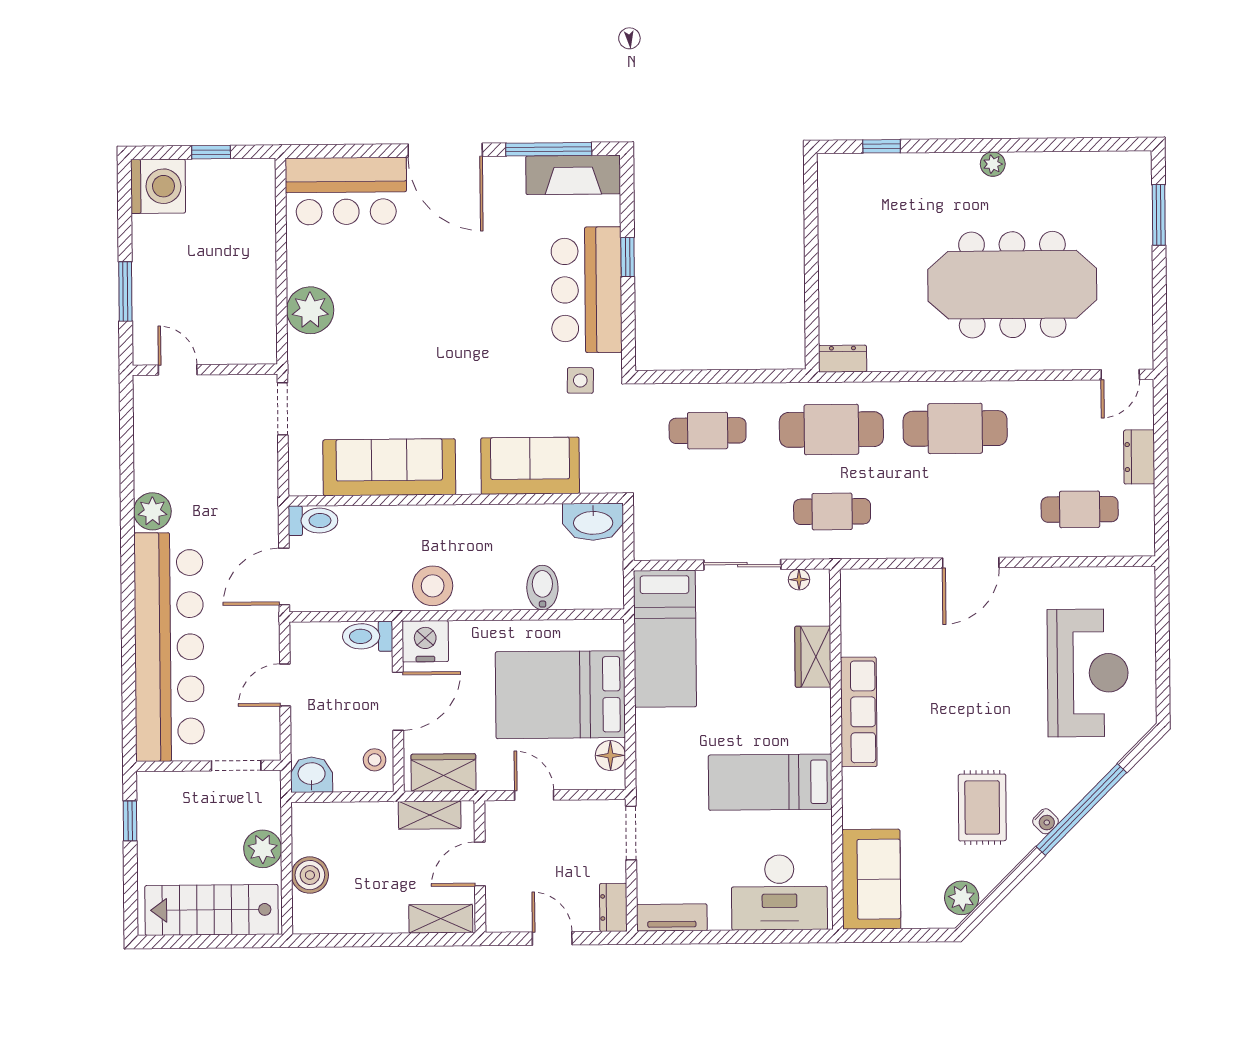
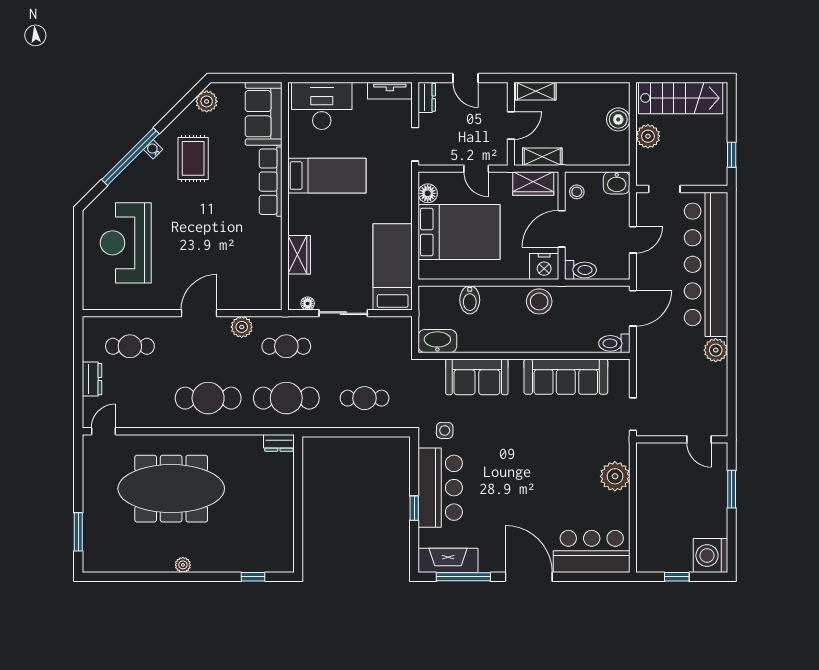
plant: (903, 541) -> (242, 327), added
row of seats: (859, 712) -> (271, 182), moved

